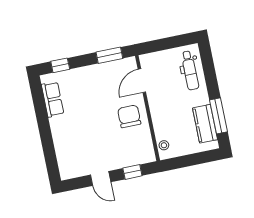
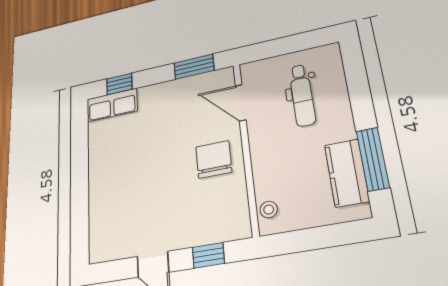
dental chair: (190, 70) -> (302, 95), moved
door: (142, 81) -> (241, 103), hinge flipped
row of seats: (53, 99) -> (112, 105), moved, turned 90

